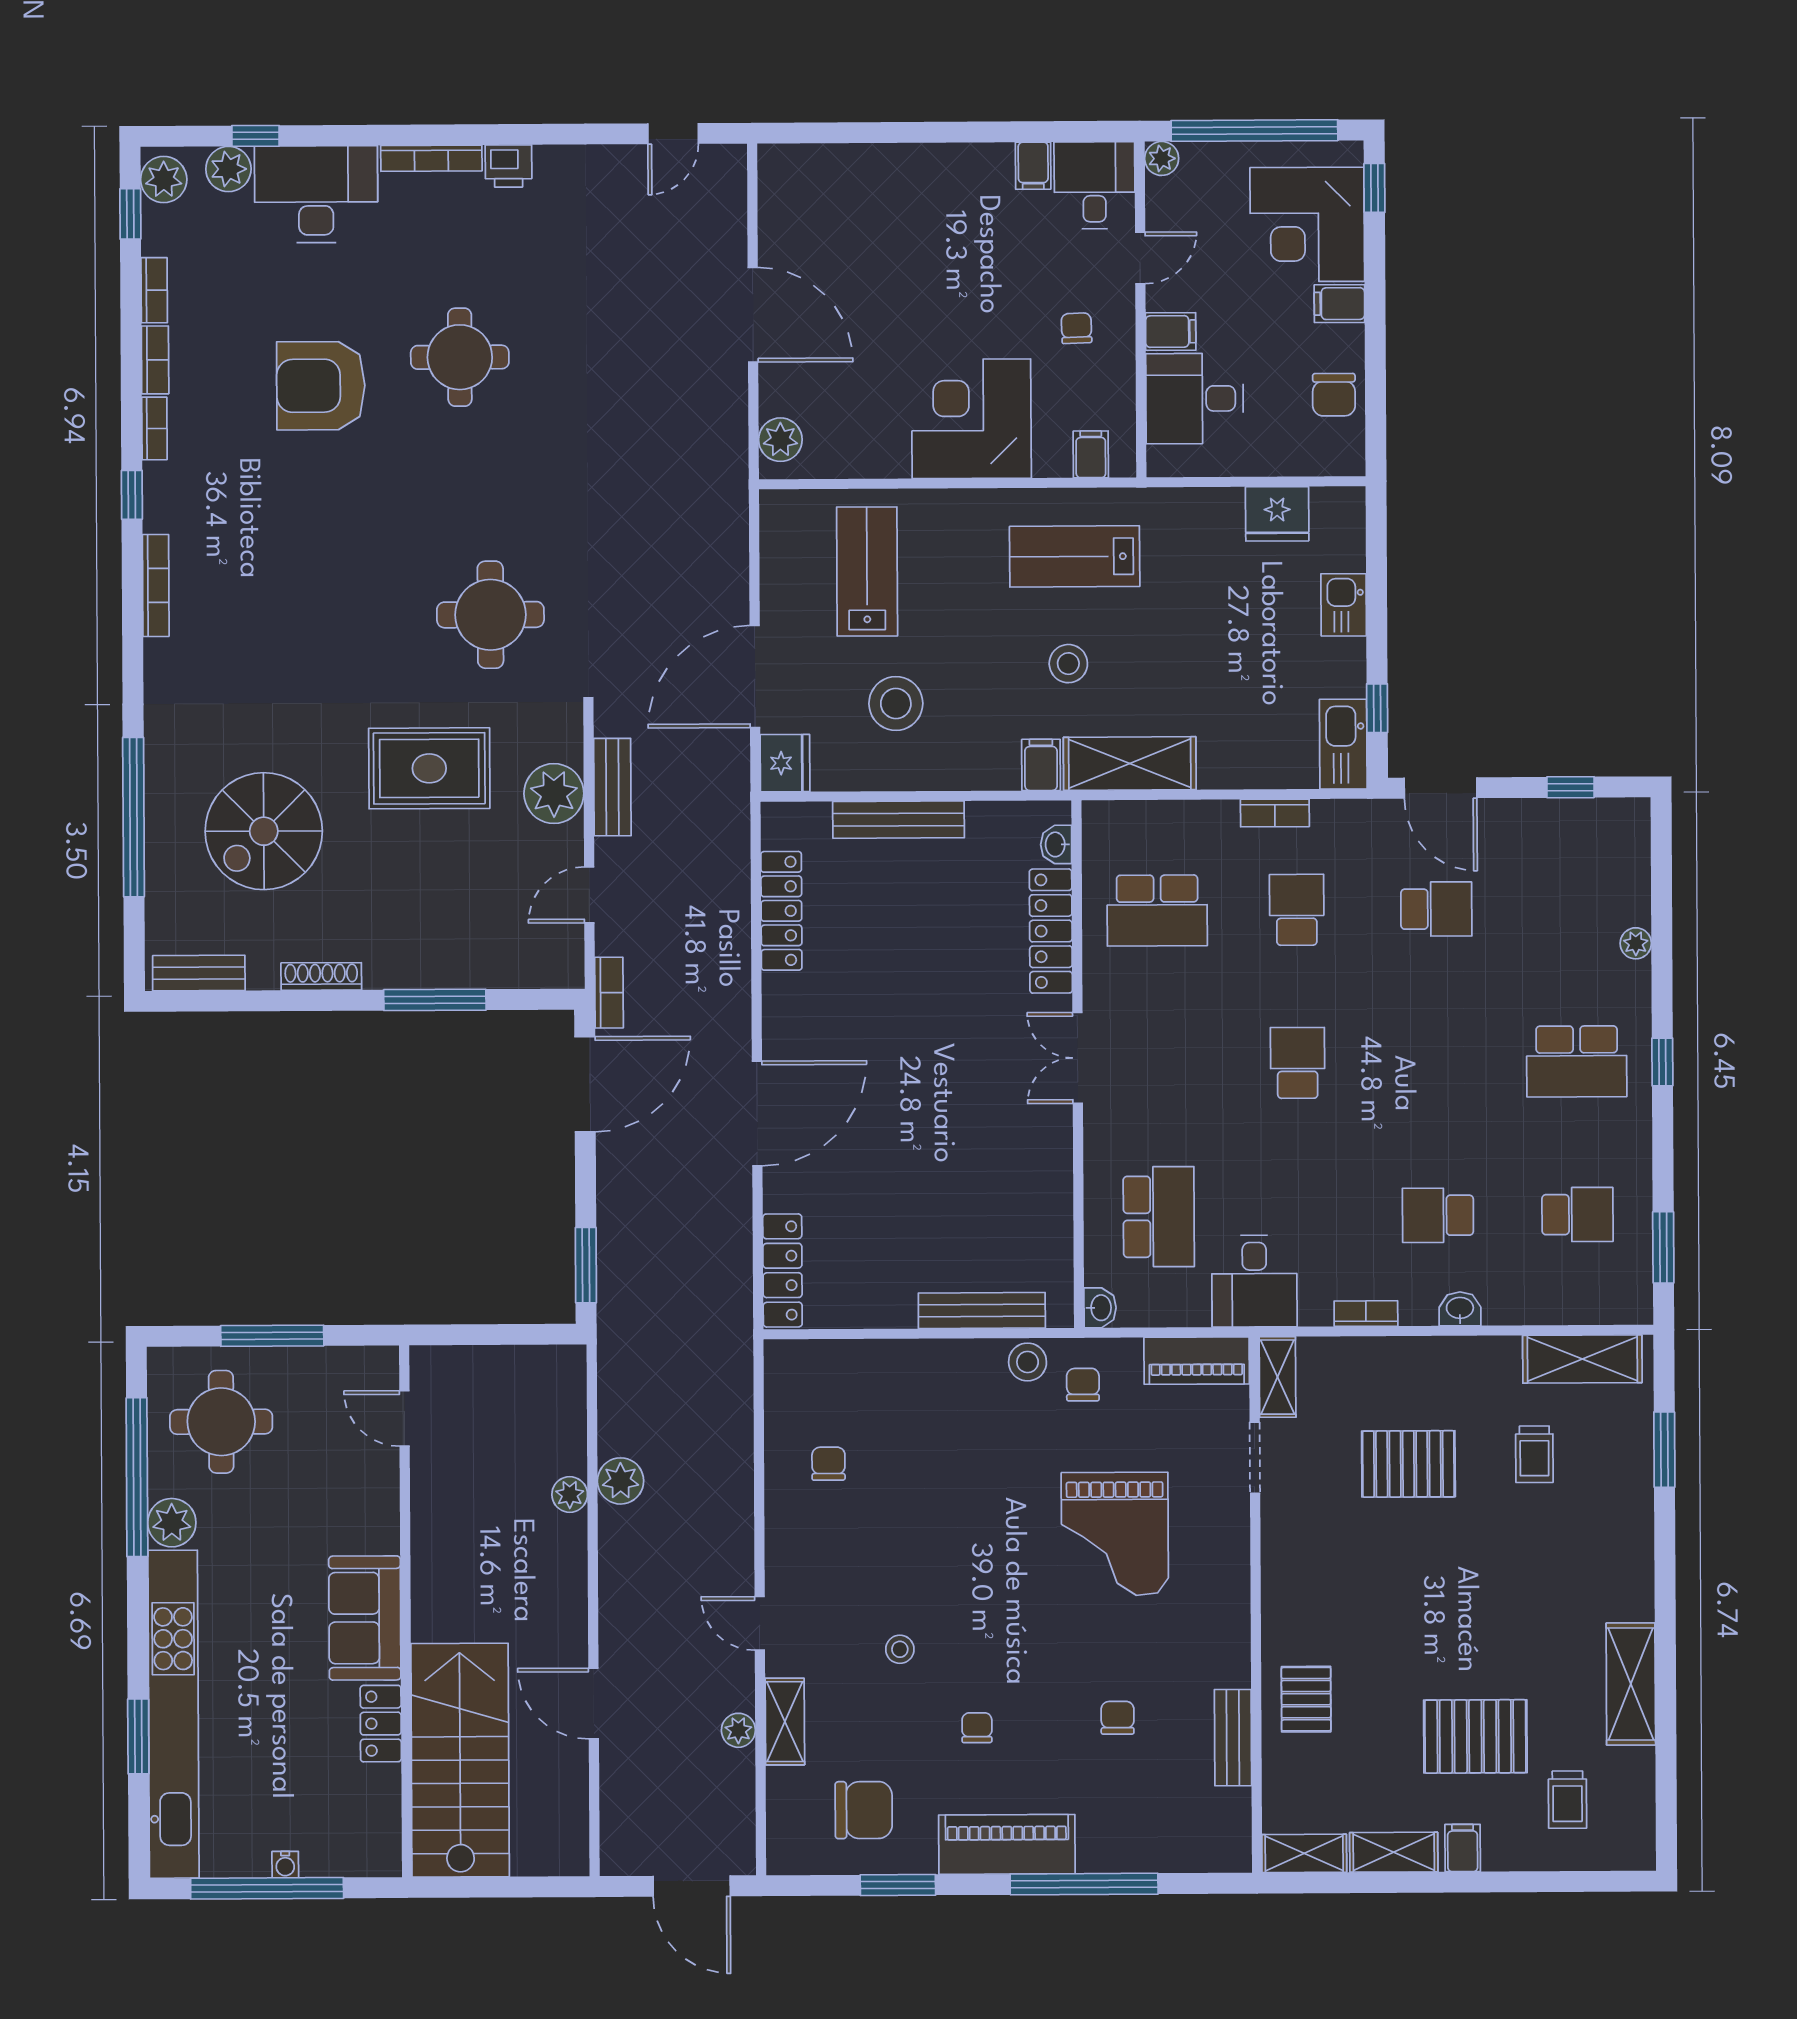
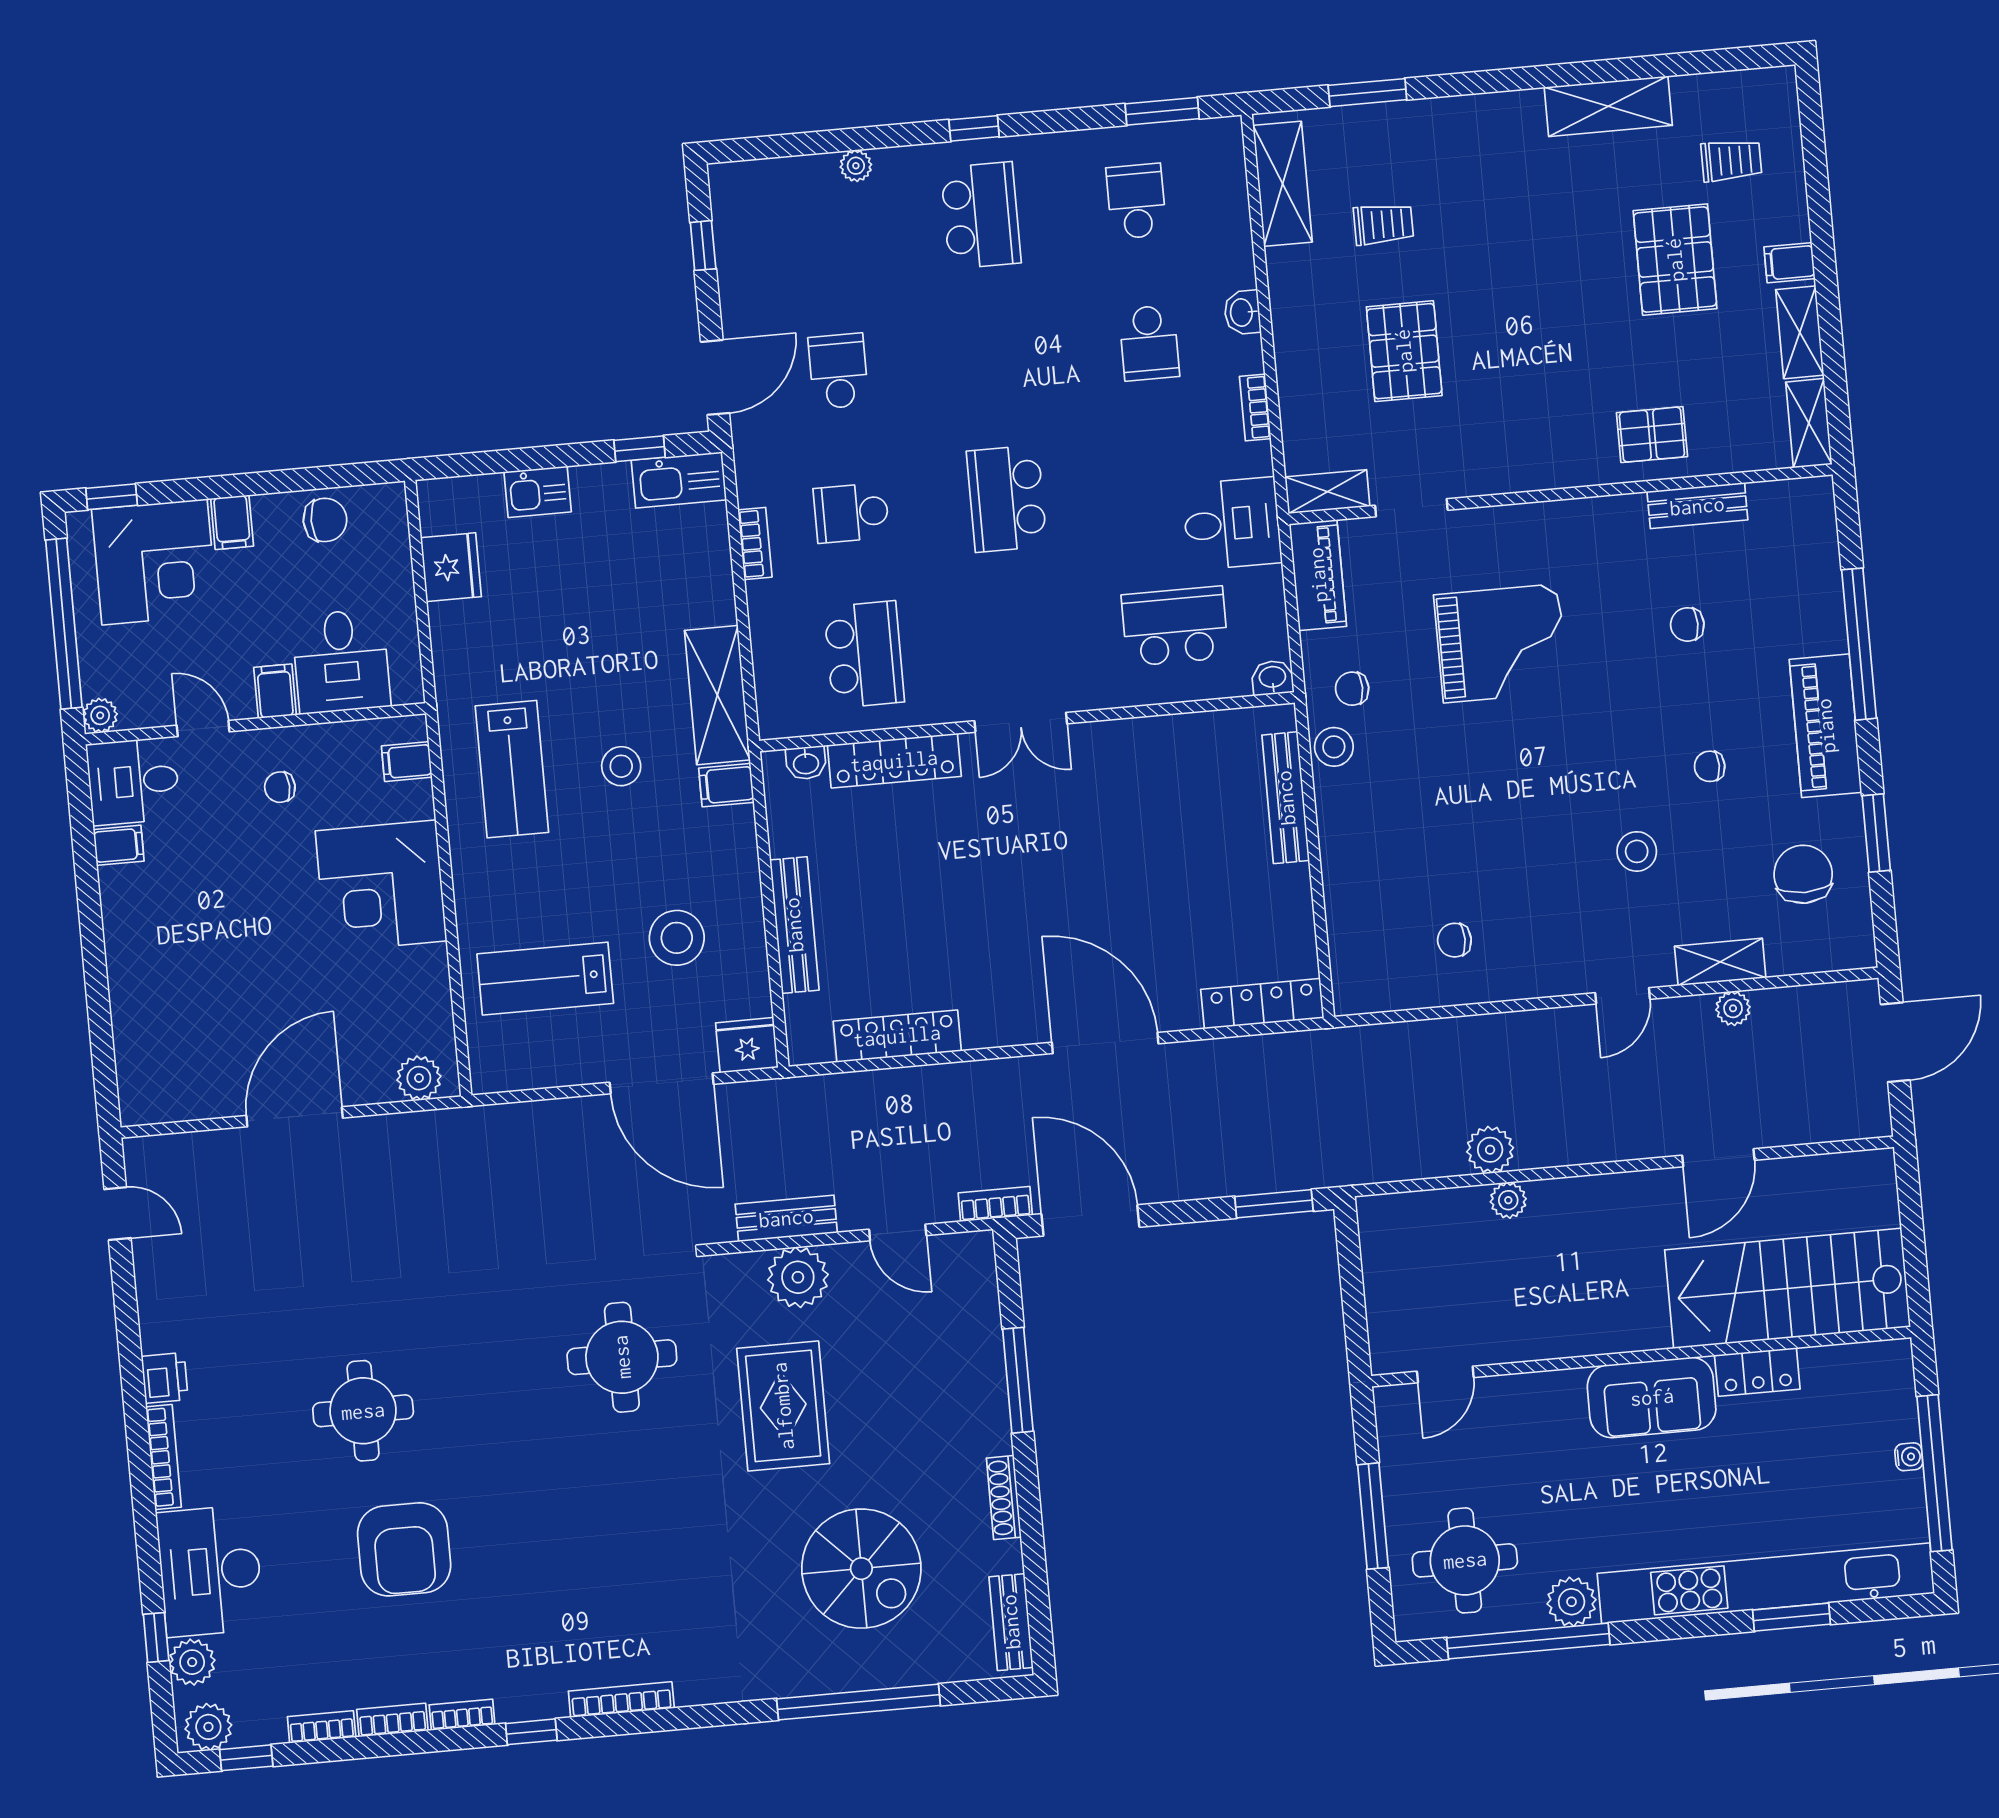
school desk: (1298, 1063) -> (1007, 499), width x1.85
stool: (900, 1649) -> (1637, 851), width x1.37, depth x1.37

